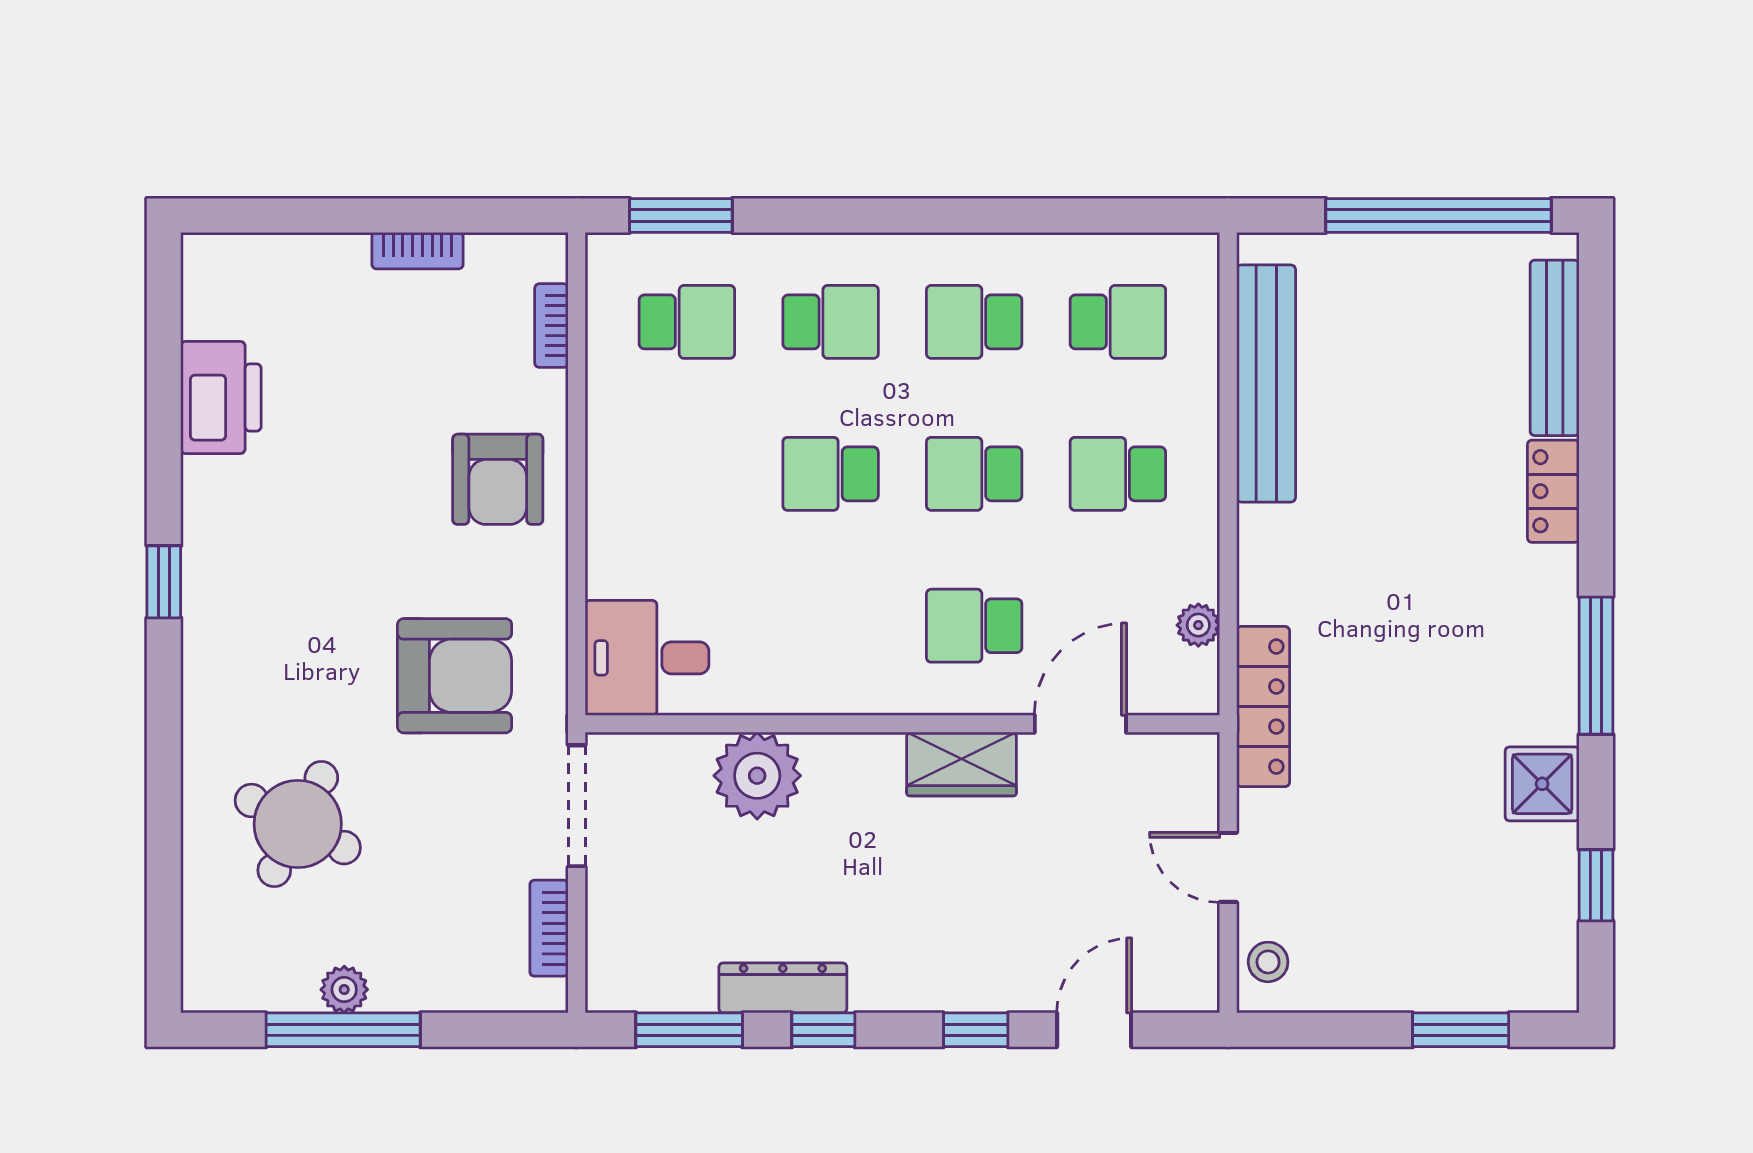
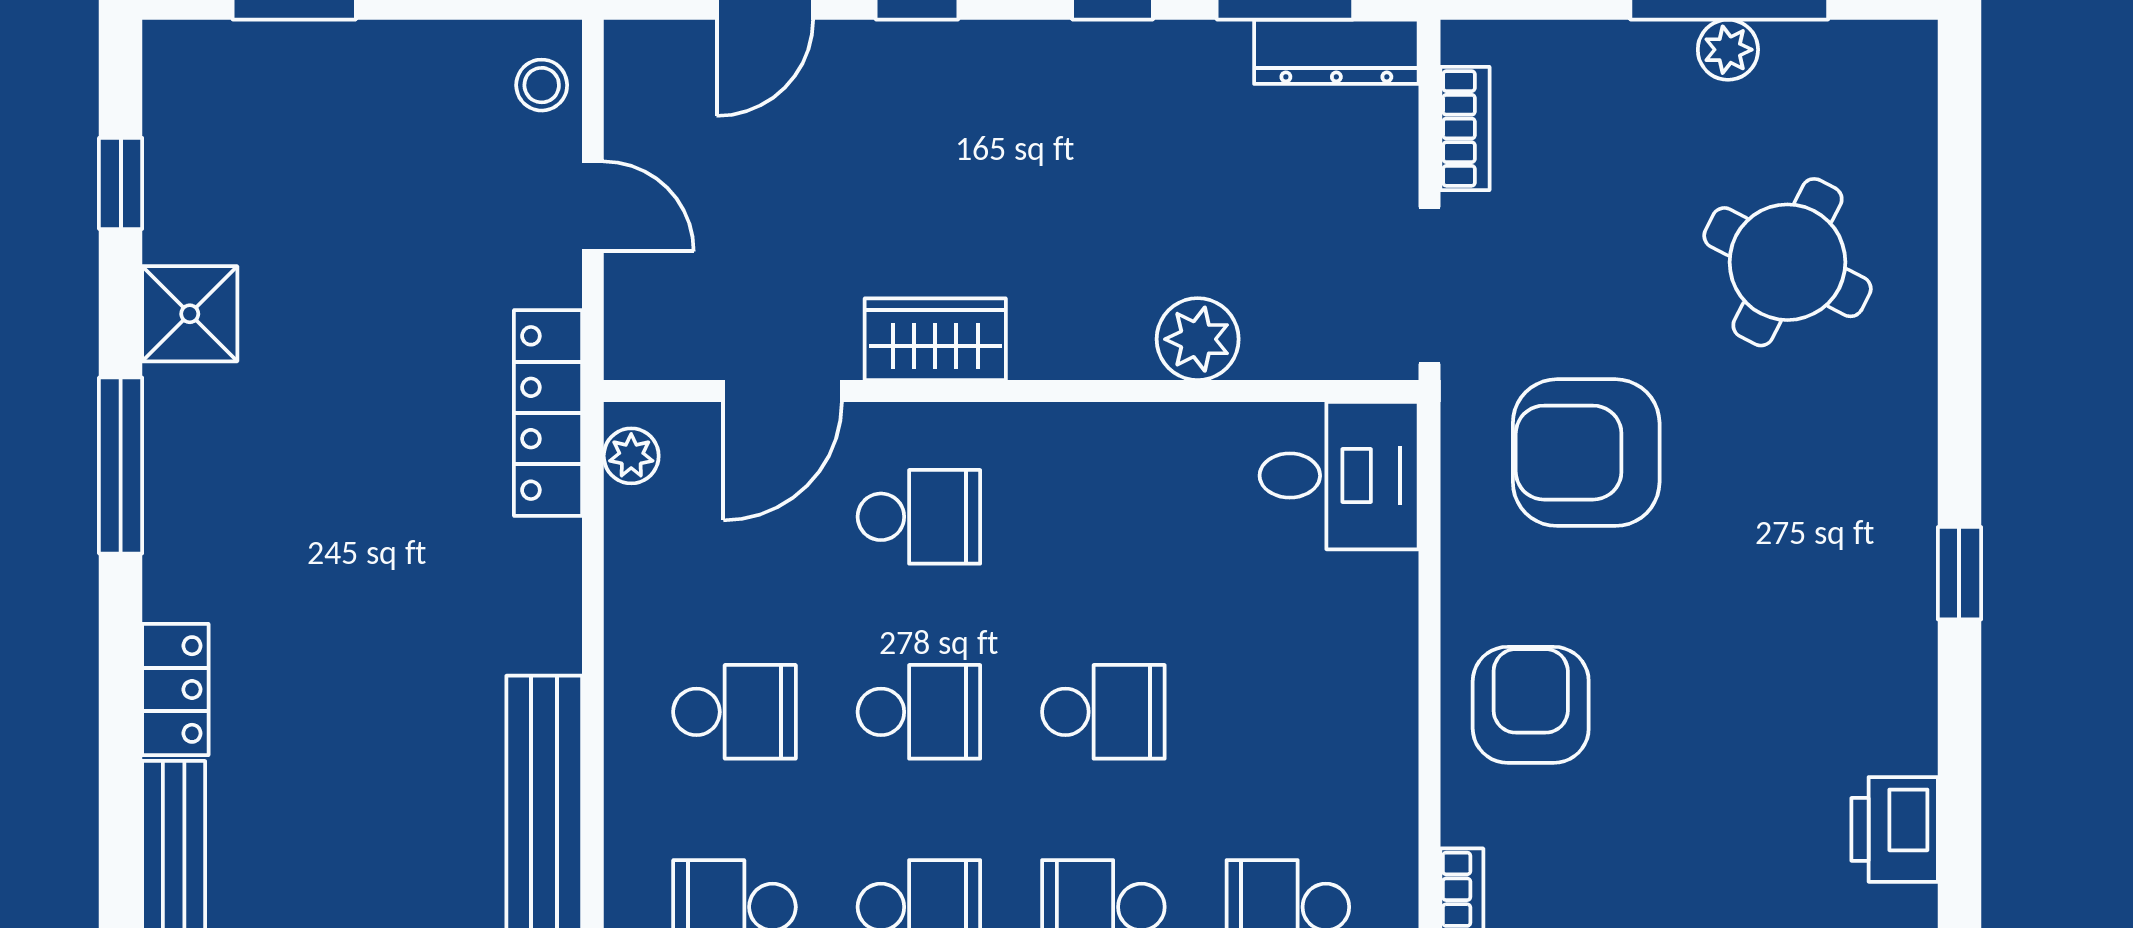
printer: (221, 397) -> (1895, 829), width x0.73, depth x0.84
plant: (1198, 625) -> (631, 456), moved
plant: (757, 776) -> (1198, 339), width x0.73, depth x0.73
dresser: (783, 988) -> (1336, 52), moved

